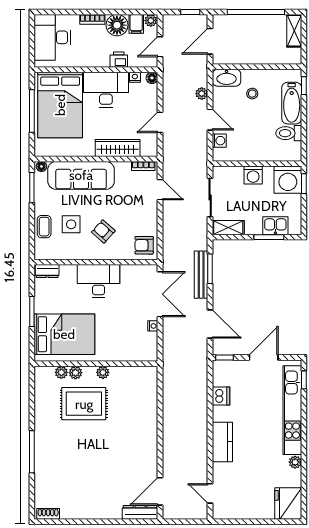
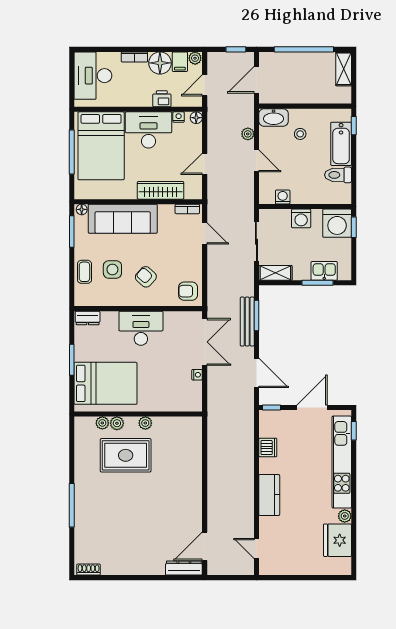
washing machine: (219, 141) -> (283, 197), moved, turned -90
fridge: (288, 504) -> (337, 540), moved

